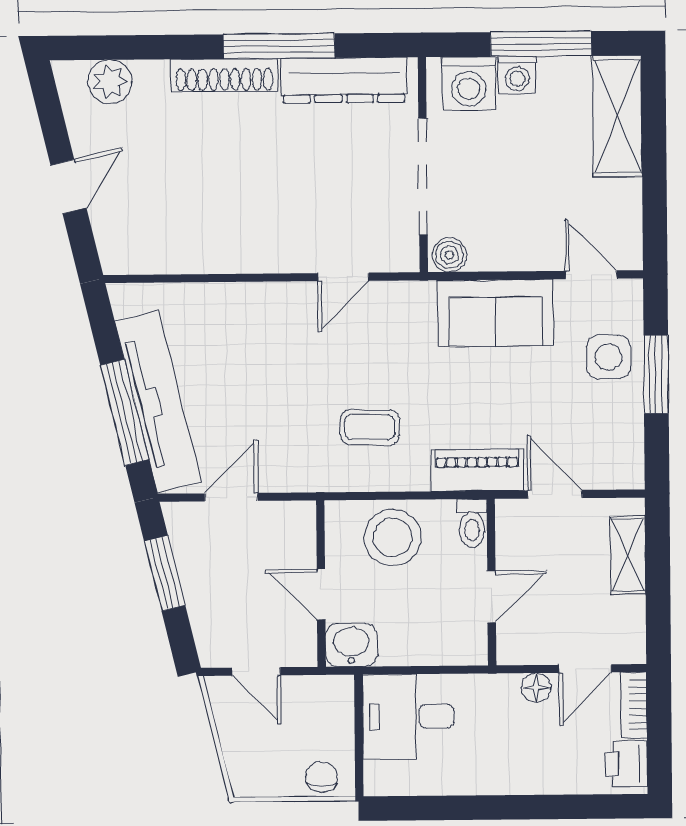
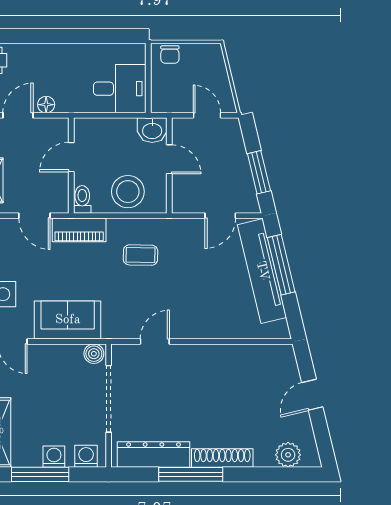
washing machine: (469, 83) -> (86, 456), width x0.73, depth x0.73

